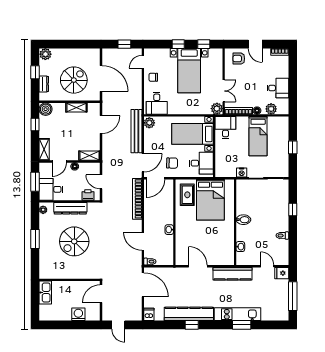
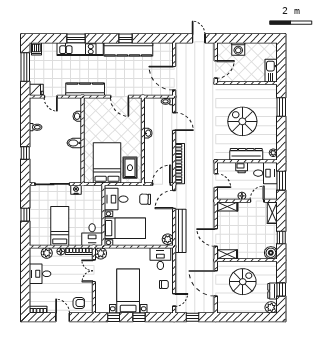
spiral stairs: (74, 80) -> (243, 282), turned 180
dresser: (44, 84) -> (273, 291), moved
shelving: (76, 108) -> (227, 254), moved
door: (101, 125) -> (216, 238), hinge flipped
printer: (88, 195) -> (242, 168), moved
window: (35, 239) -> (281, 107), moved
spiral stairs: (74, 241) -> (242, 121), turned -90
dishwasher: (149, 314) -> (36, 49), moved

